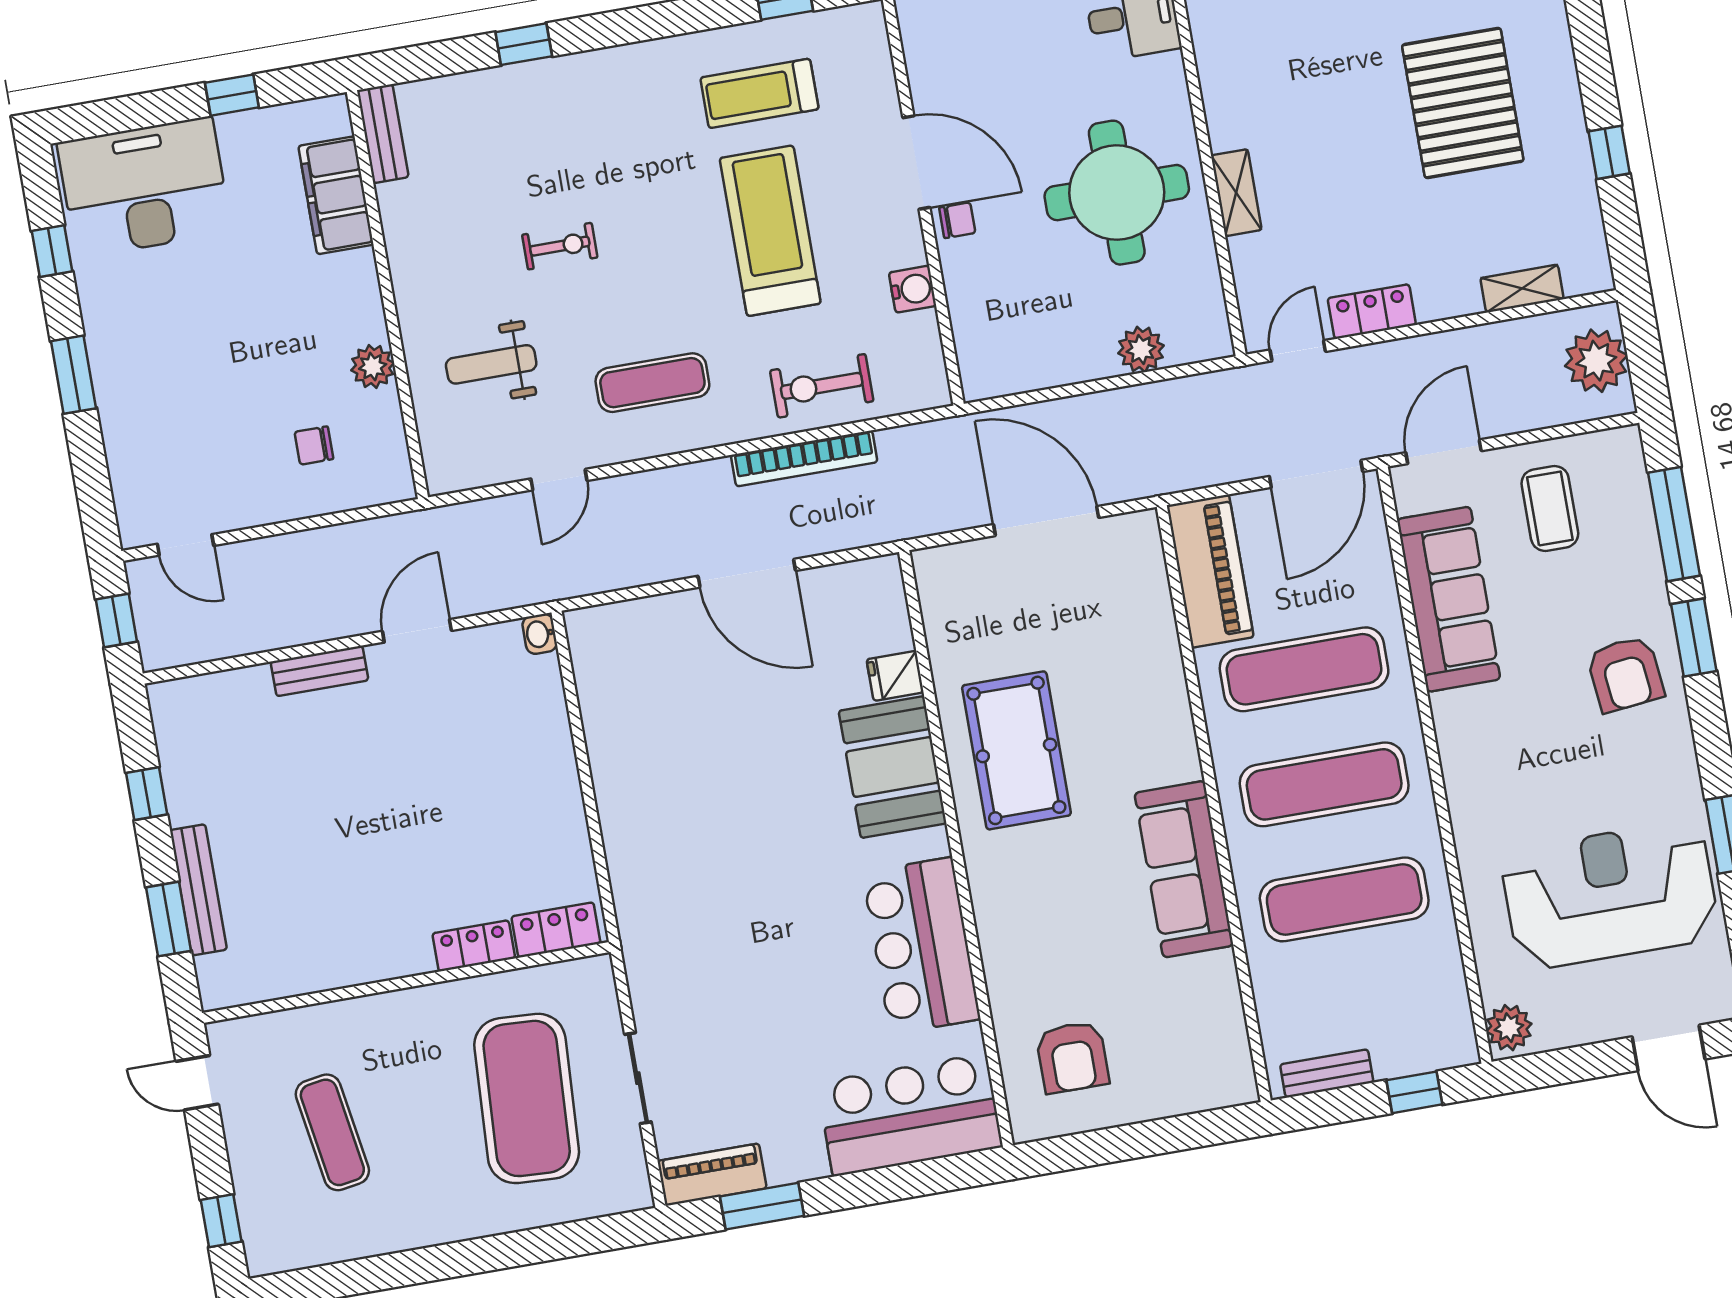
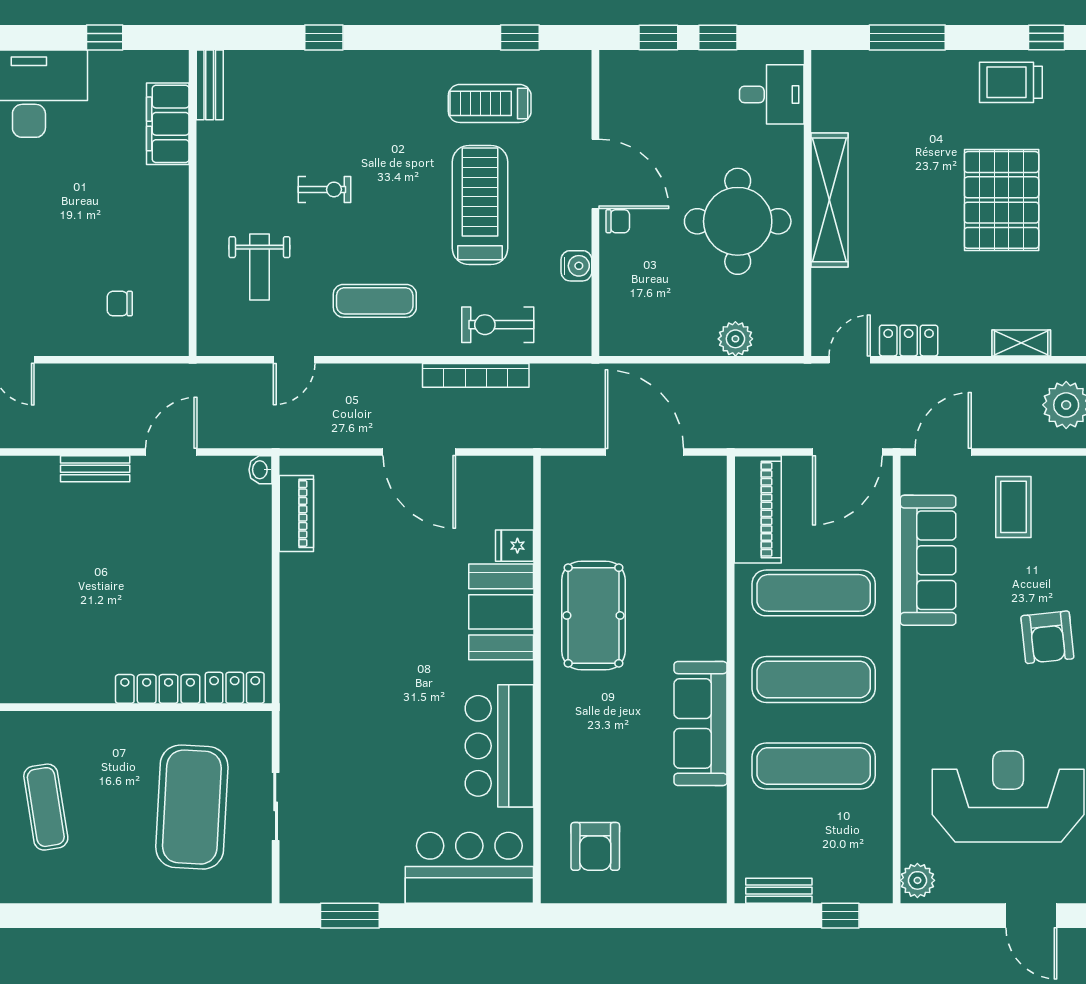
shelving: (1236, 193) -> (829, 200), width x2.20, depth x1.33
weight bench: (491, 364) -> (259, 267), turned -90
plant: (373, 367) -> (173, 253), removed
locker: (474, 946) -> (158, 689), width x1.53
piano: (712, 1175) -> (296, 513), moved, turned 90

